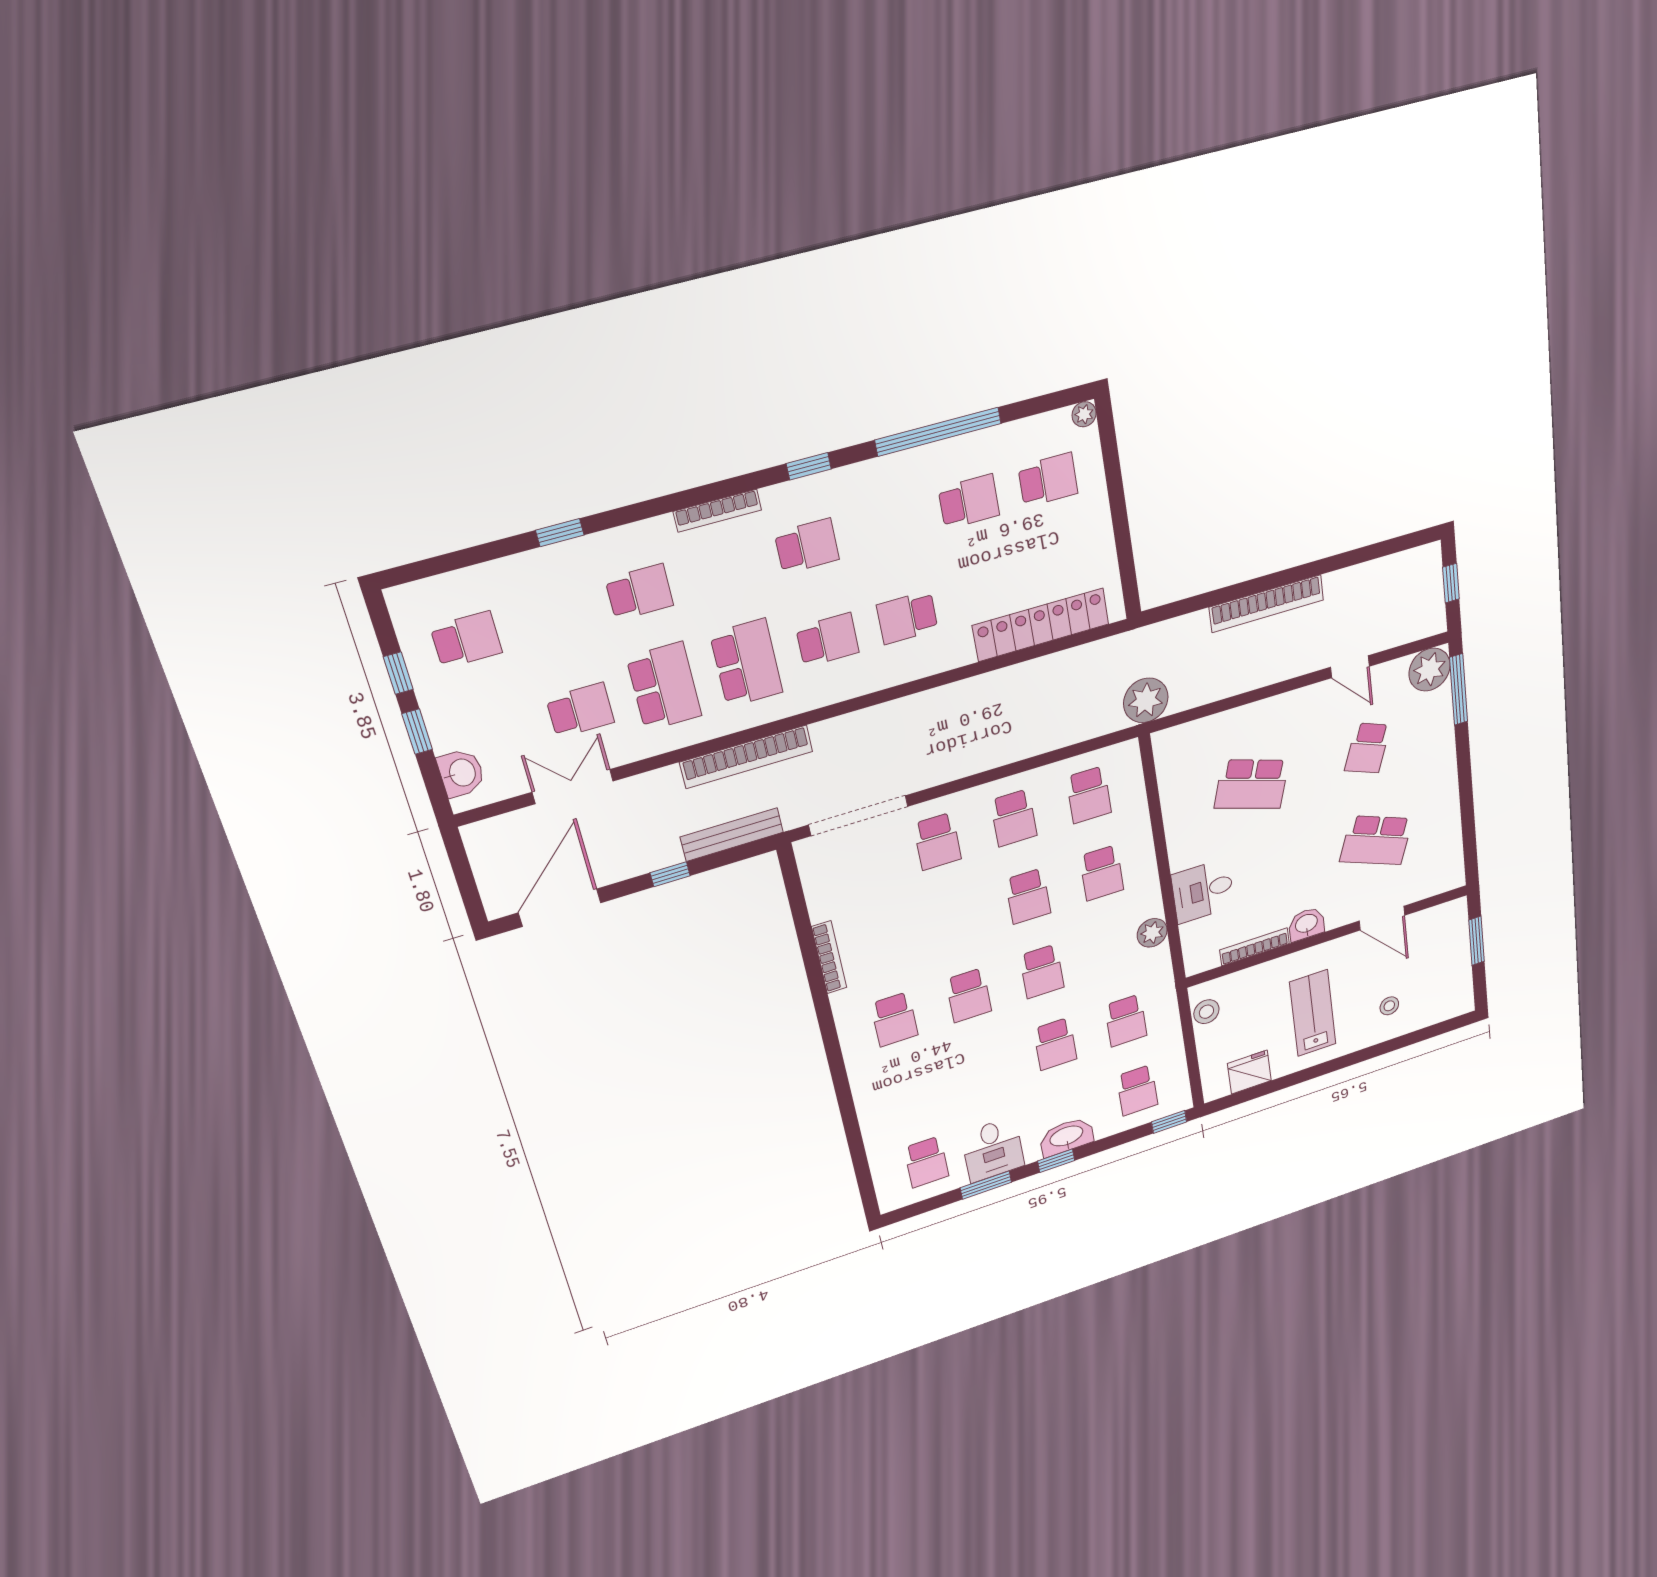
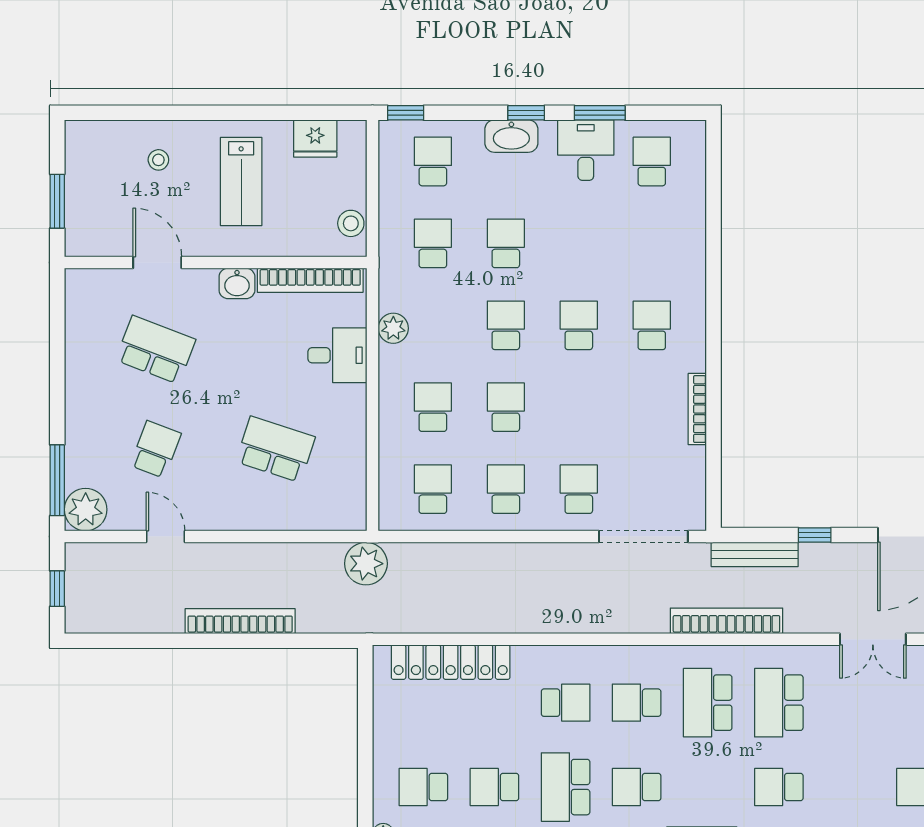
school desk: (580, 710) -> (566, 787), moved, width x1.85
bookcase: (1255, 947) -> (310, 280), width x1.48, depth x1.31

